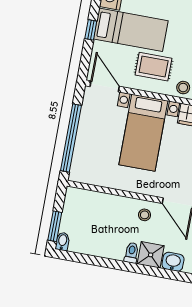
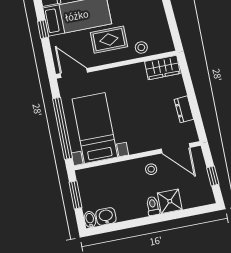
bed with nightstands: (143, 133) -> (95, 128), moved, turned 180
window: (55, 226) -> (76, 195), moved
washbasin: (173, 262) -> (106, 216), moved

